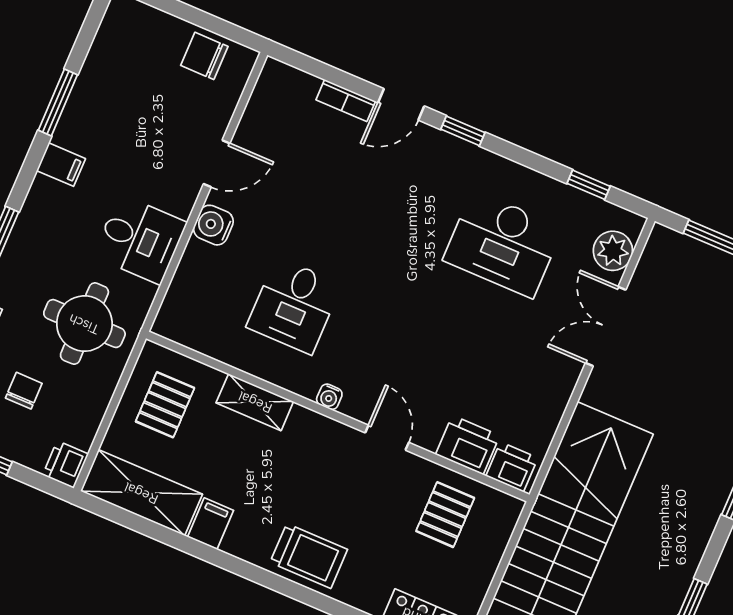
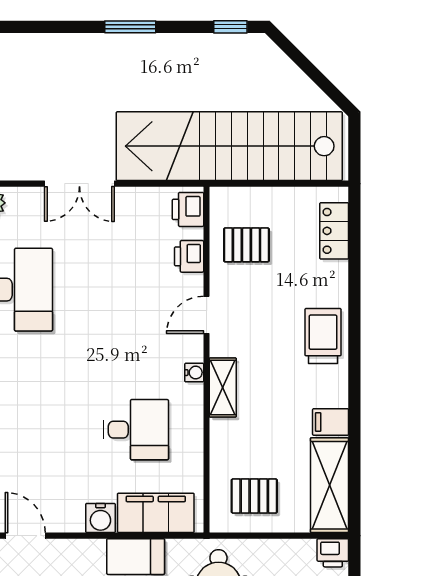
door: (217, 164) -> (25, 536), moved
filing cabinet: (193, 288) -> (156, 513), added
double door: (606, 326) -> (79, 184), moved
shelving: (255, 402) -> (223, 388), moved
printer: (468, 445) -> (189, 256), width x0.73, depth x0.81

